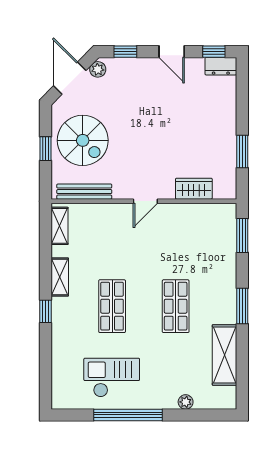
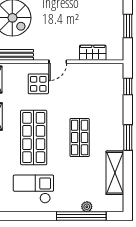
display table: (118, 232) -> (38, 84), added
window: (242, 236) -> (128, 87), width x0.67
shop shelf: (112, 306) -> (34, 138), width x1.43, depth x1.36
window: (128, 415) -> (81, 216), moved

